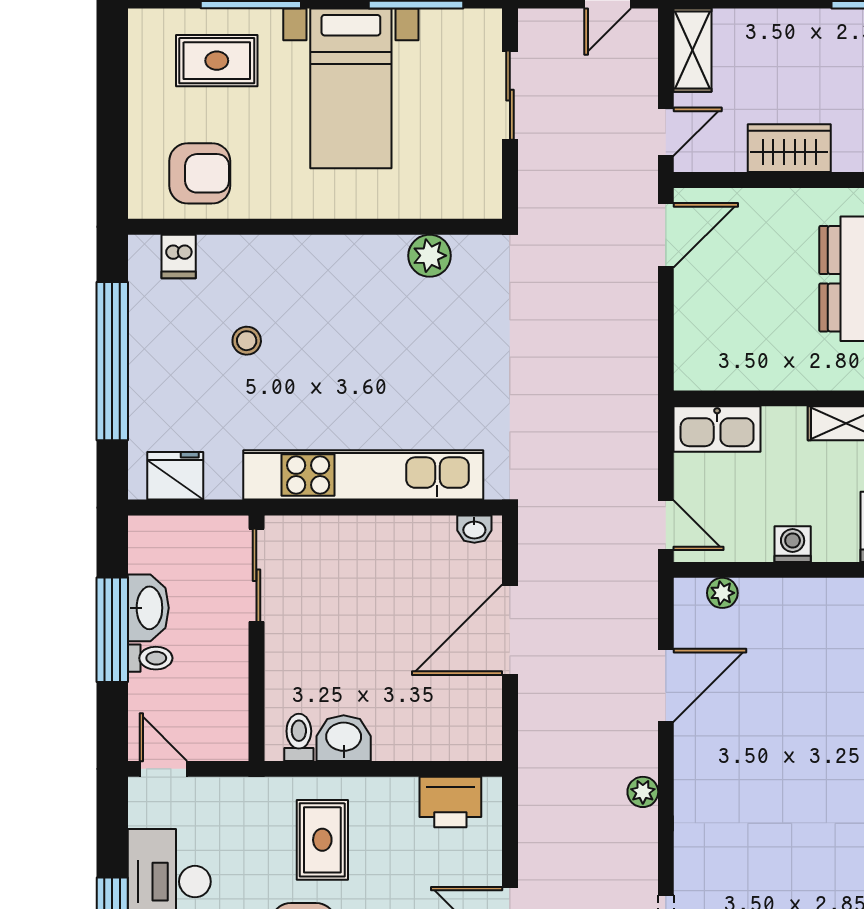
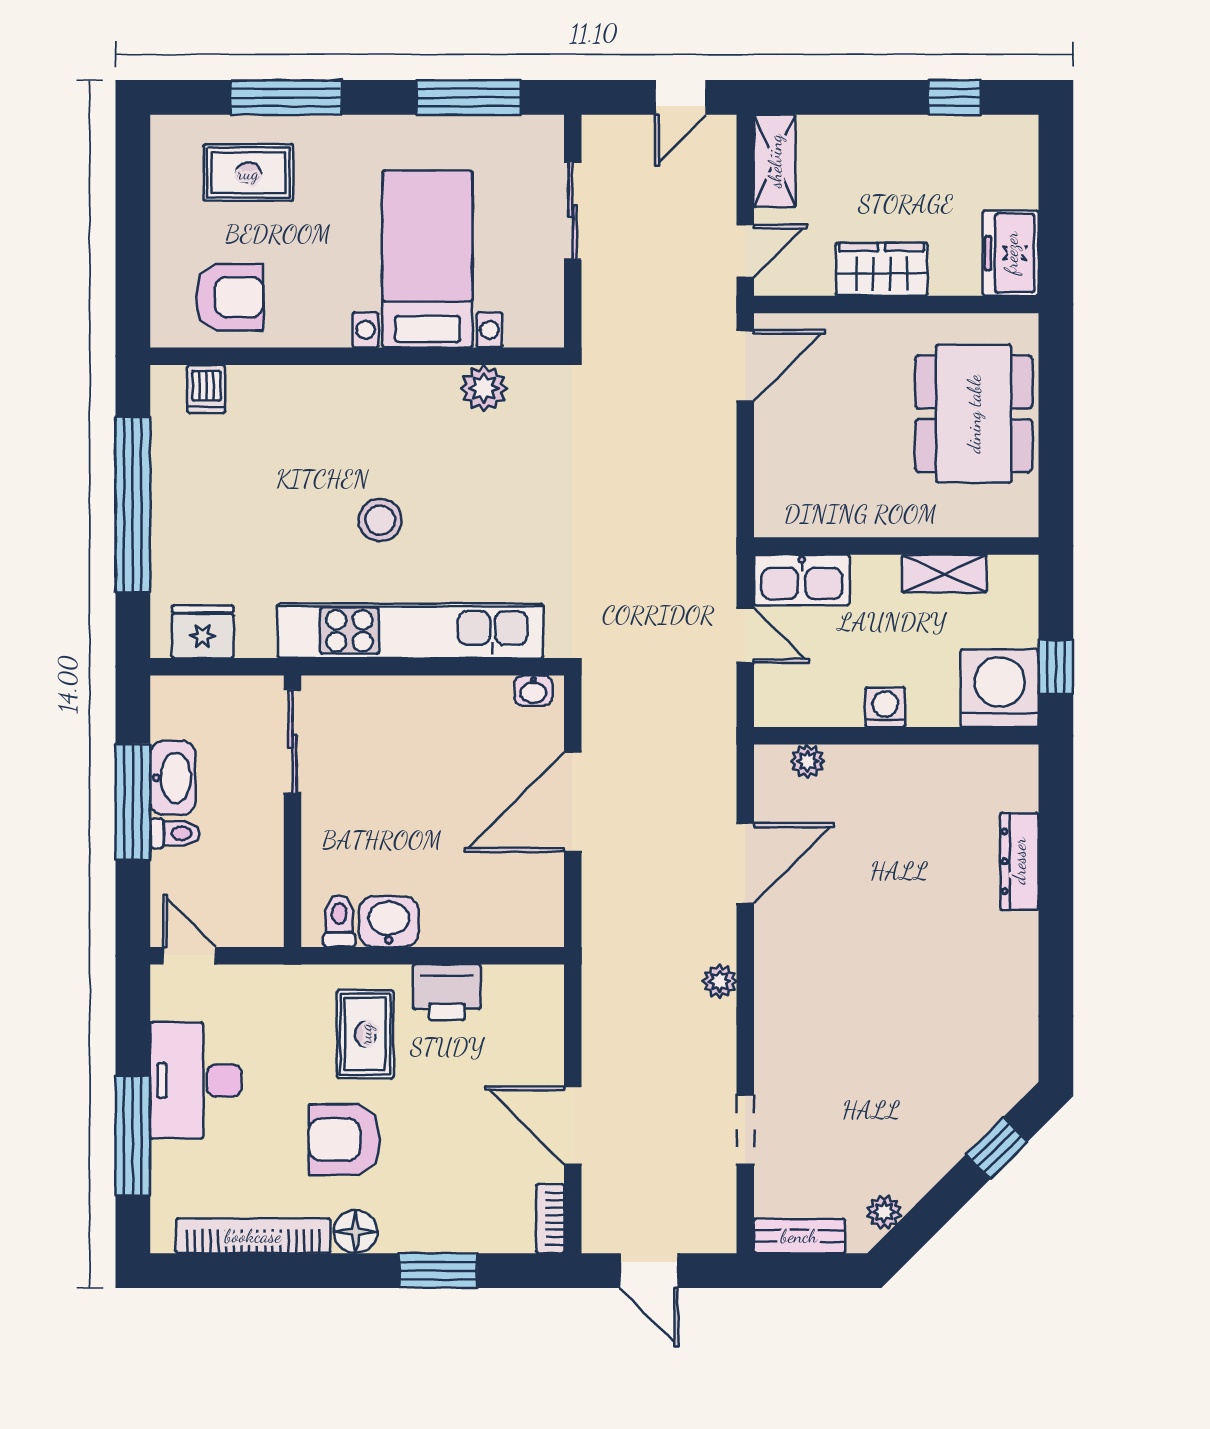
bed with nightstands: (351, 88) -> (427, 259), moved, turned 180
stool: (247, 341) -> (380, 520), moved, width x1.37, depth x1.37
door: (666, 525) -> (745, 635), moved
printer: (450, 802) -> (447, 992), moved

